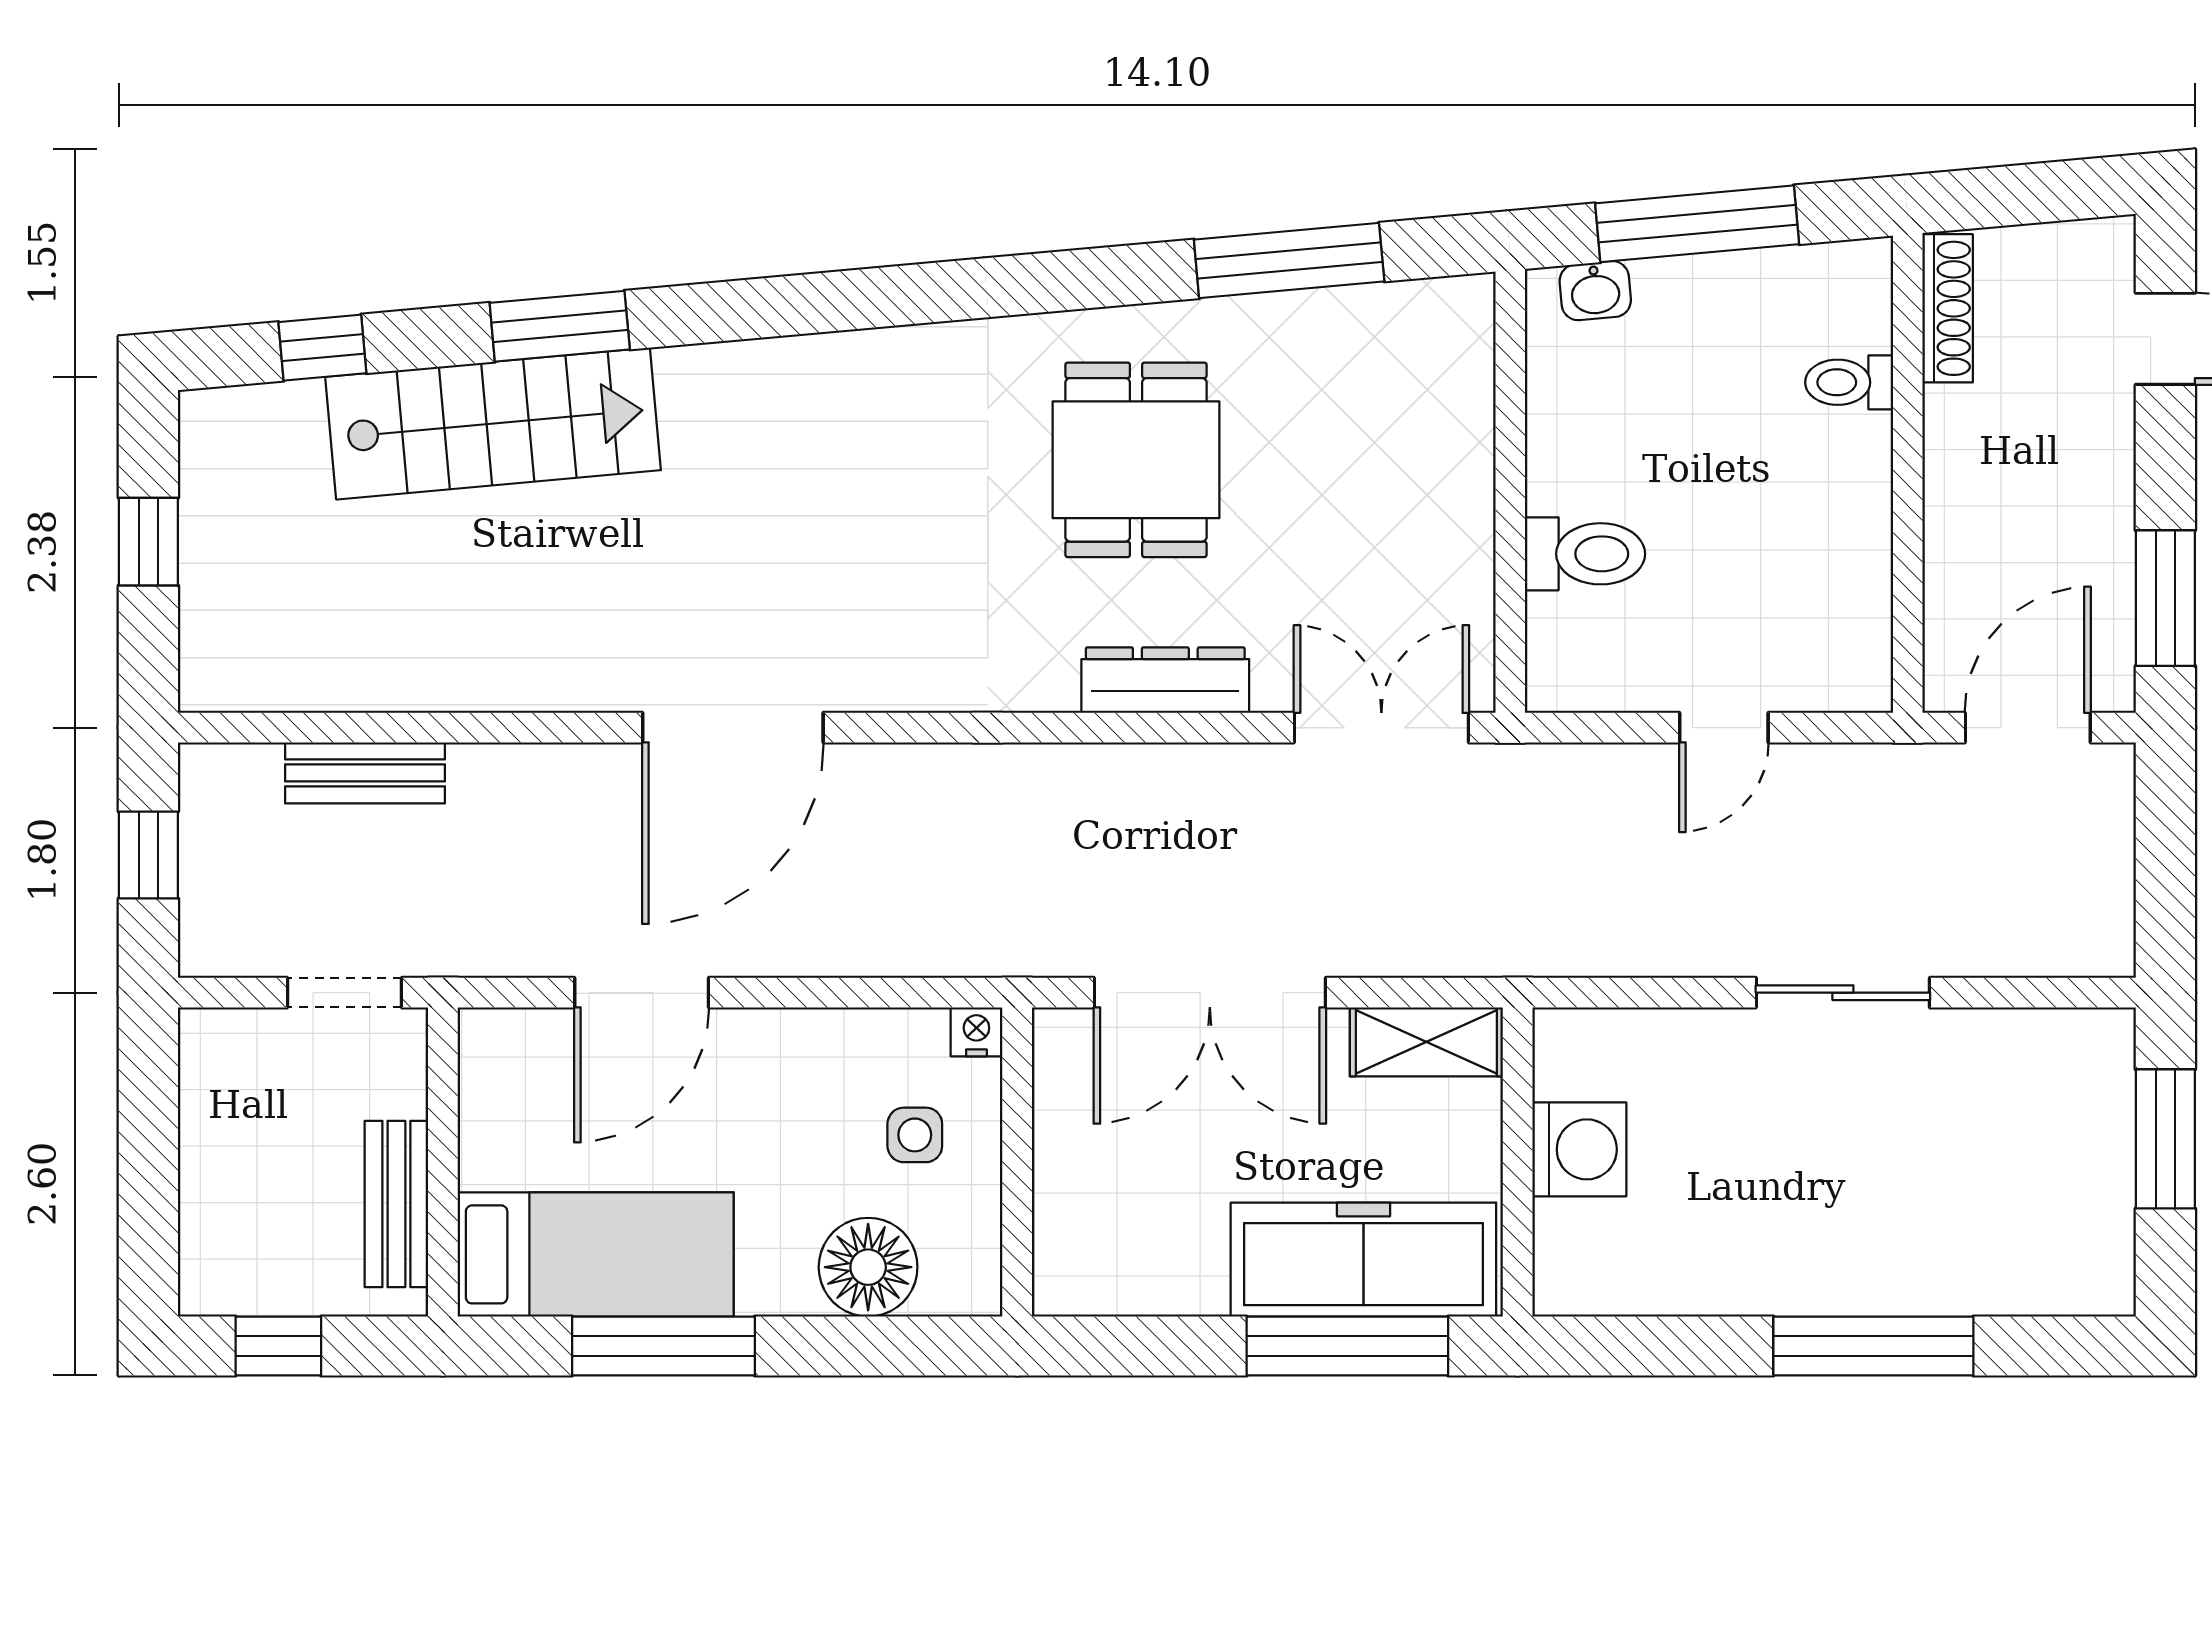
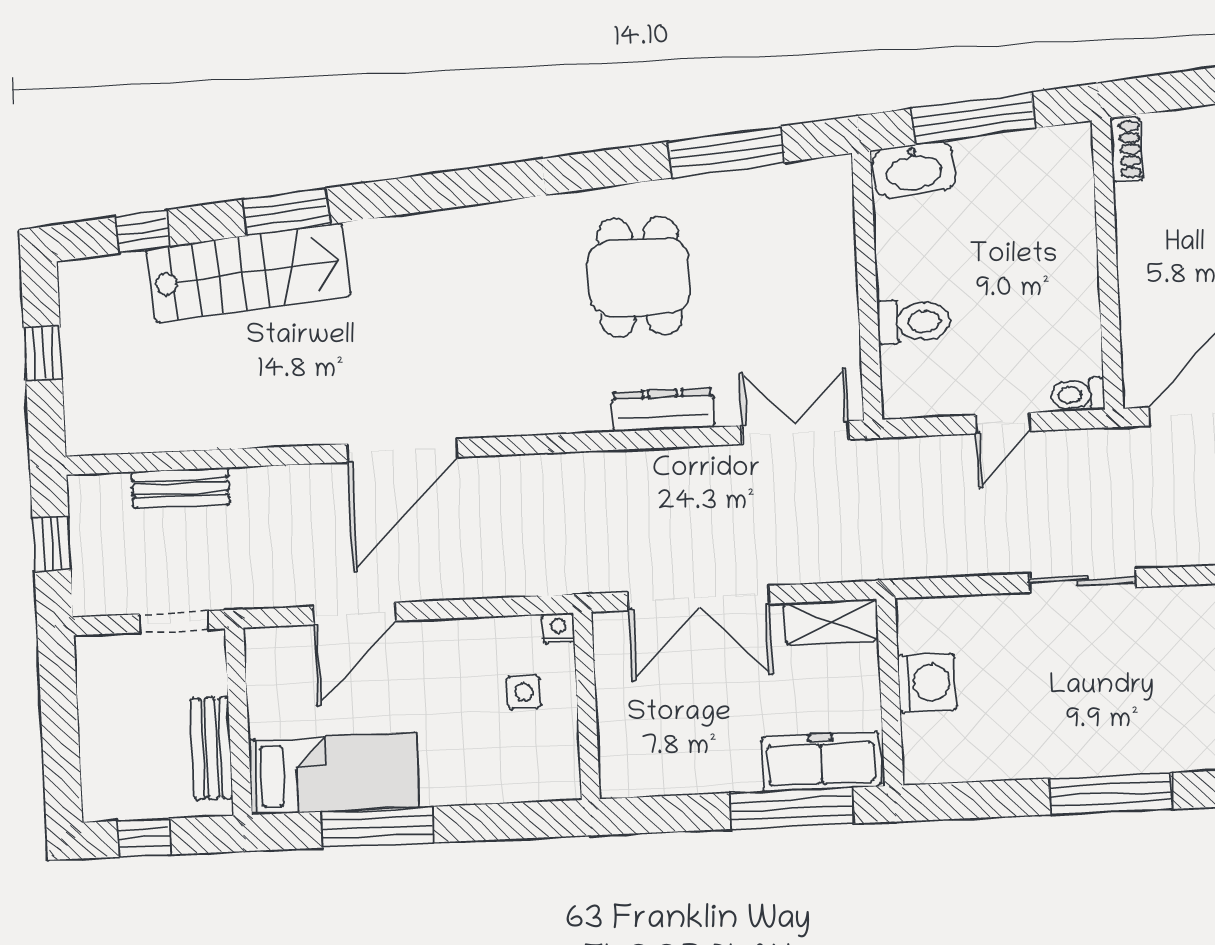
washbasin: (1595, 291) -> (914, 169), width x1.91, depth x1.45
shoe rack: (1948, 308) -> (1126, 149), width x0.70
toilet: (1849, 382) -> (1078, 394), moved
freezer: (1363, 1260) -> (821, 762), width x0.73, depth x0.79
floor lamp: (868, 1267) -> (499, 774), removed

